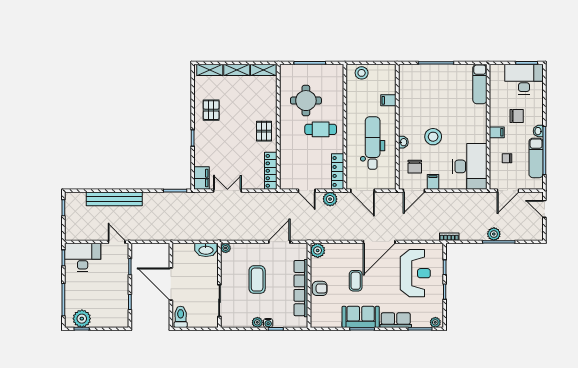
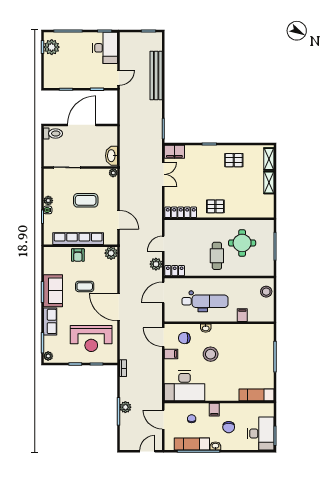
shelving: (263, 70) -> (269, 206), removed
locker: (338, 171) -> (175, 271), width x0.66

